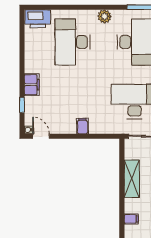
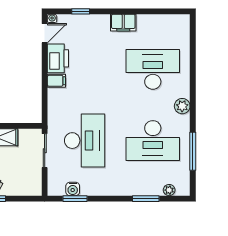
printer: (38, 19) -> (58, 58), moved, turned 180
filing cabinet: (32, 85) -> (123, 23), moved

